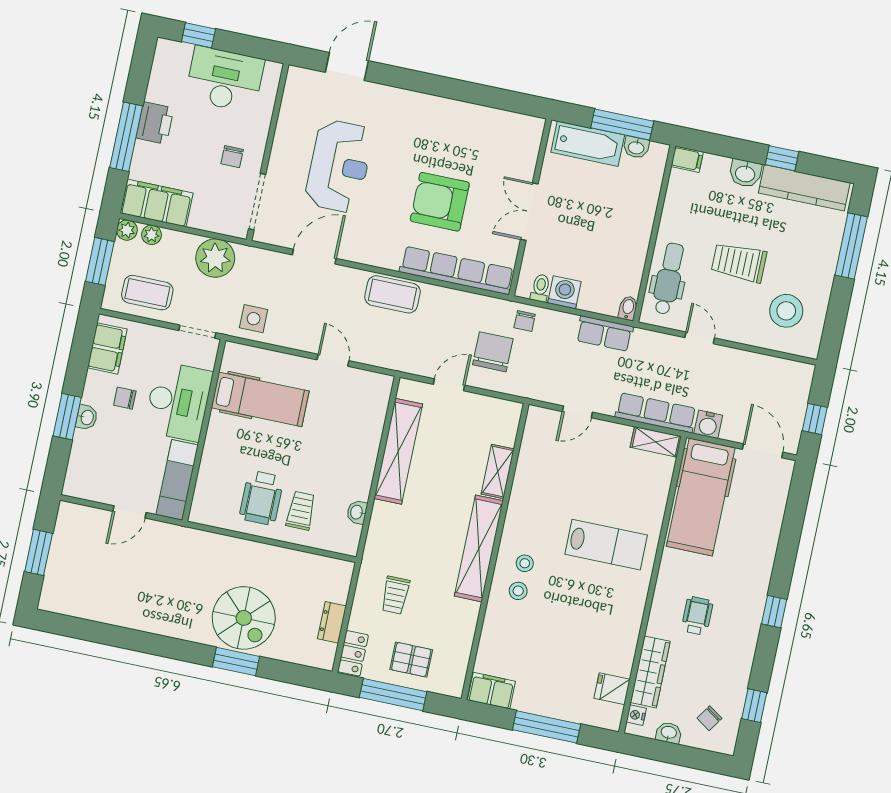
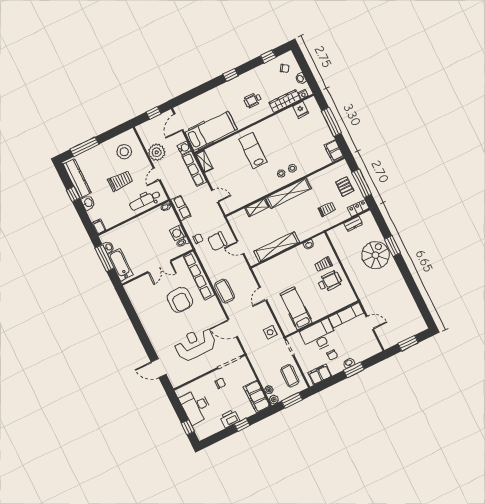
window: (126, 137) -> (242, 425), width x0.46
plant: (215, 258) -> (157, 152), moved
trolley: (739, 262) -> (120, 181), turned -90

